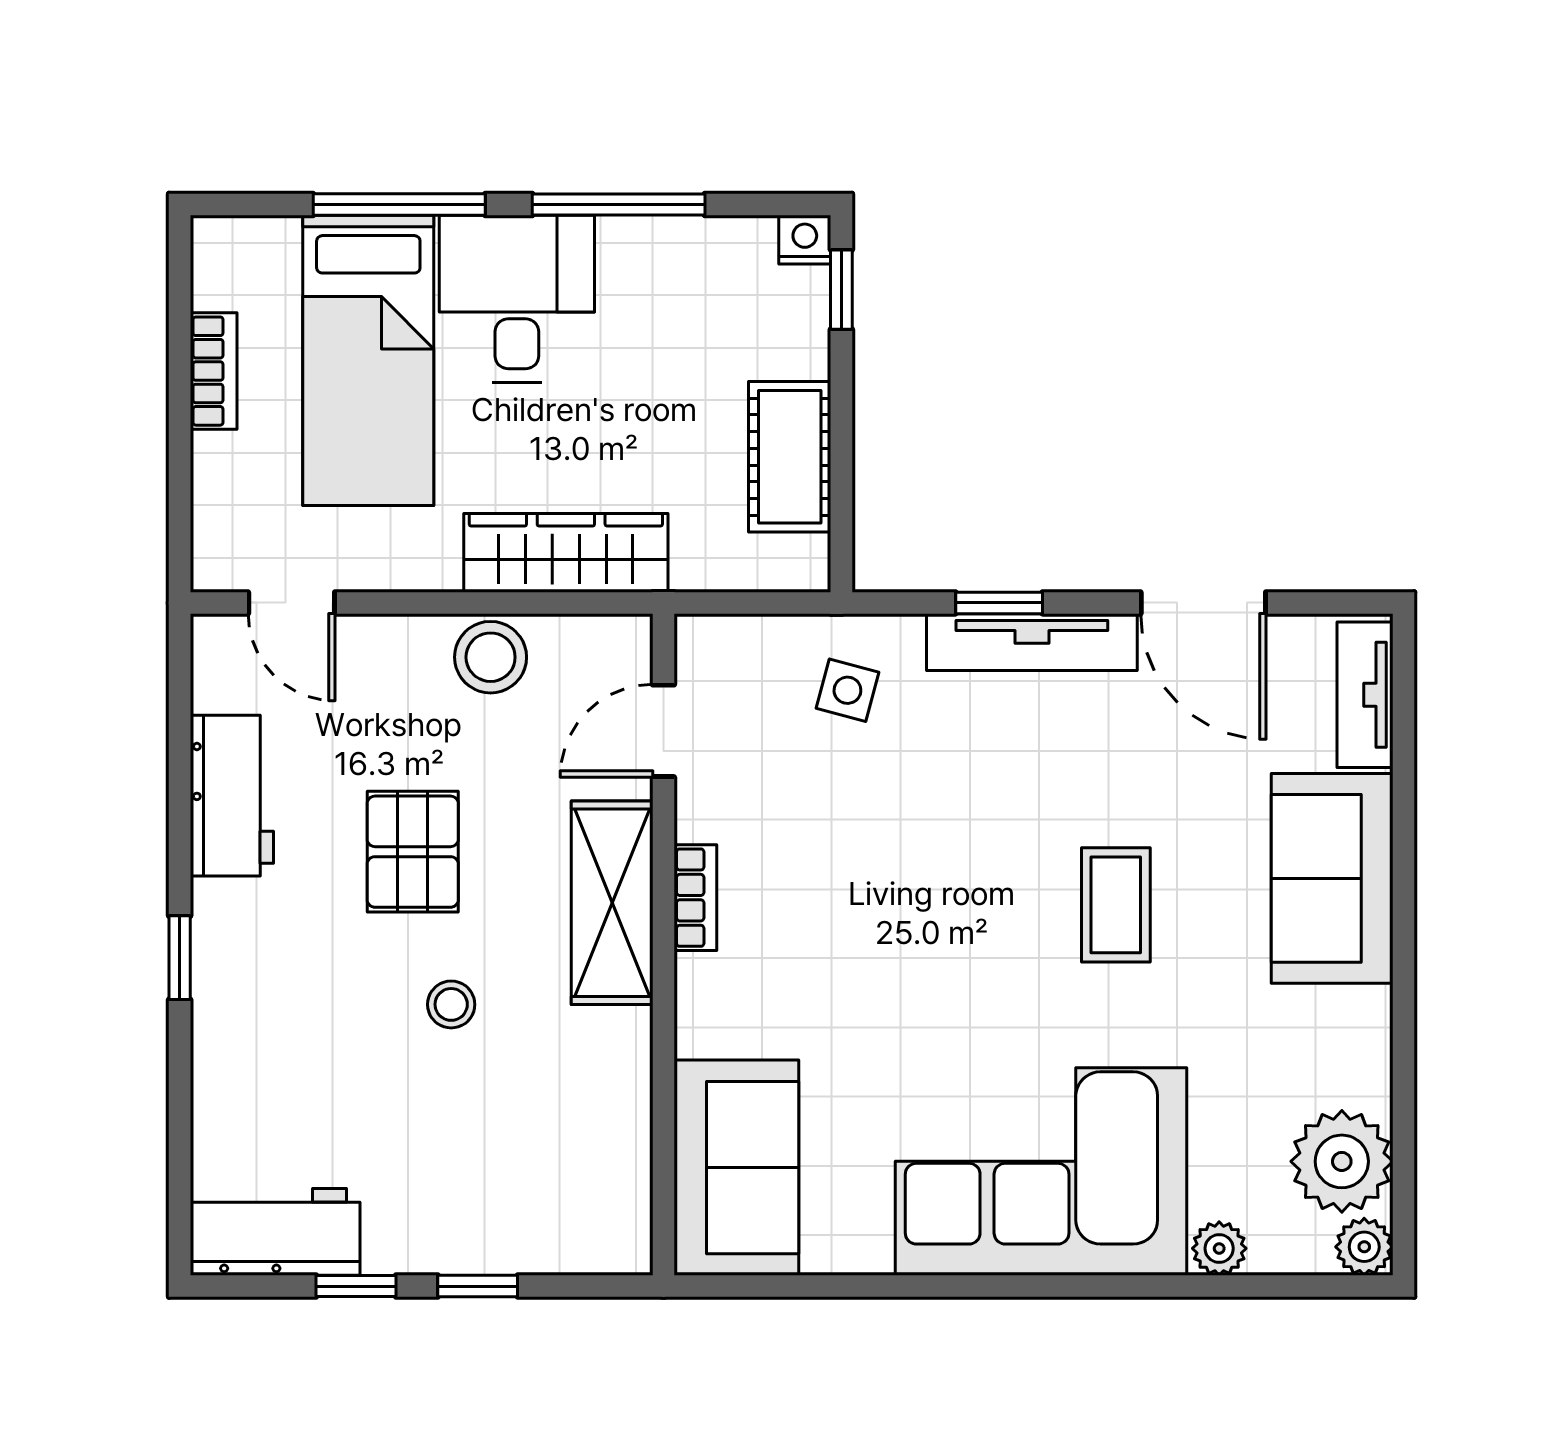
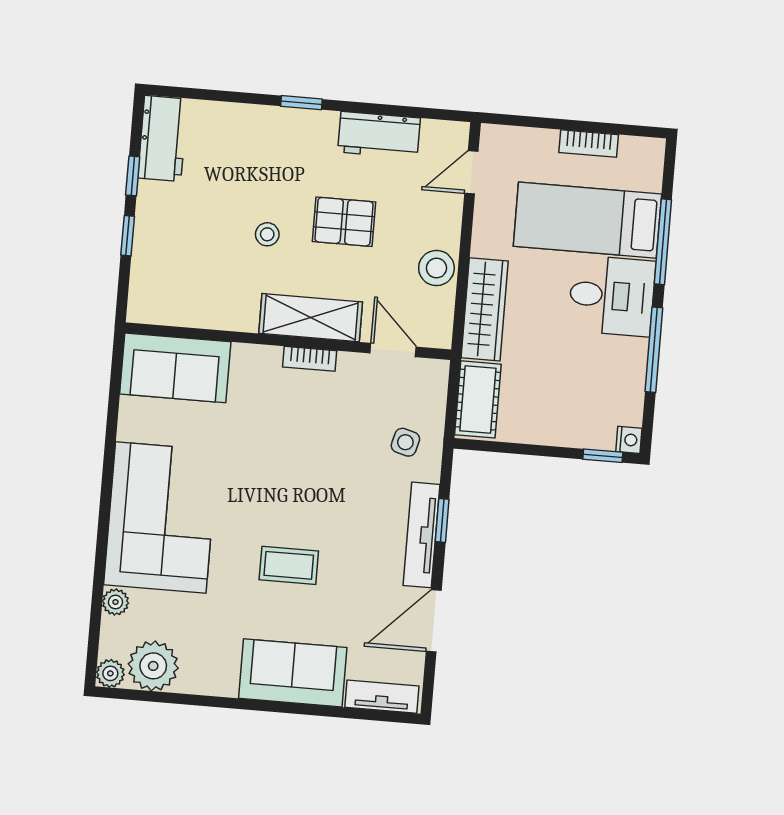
cot: (790, 457) -> (478, 399), moved, turned 90

